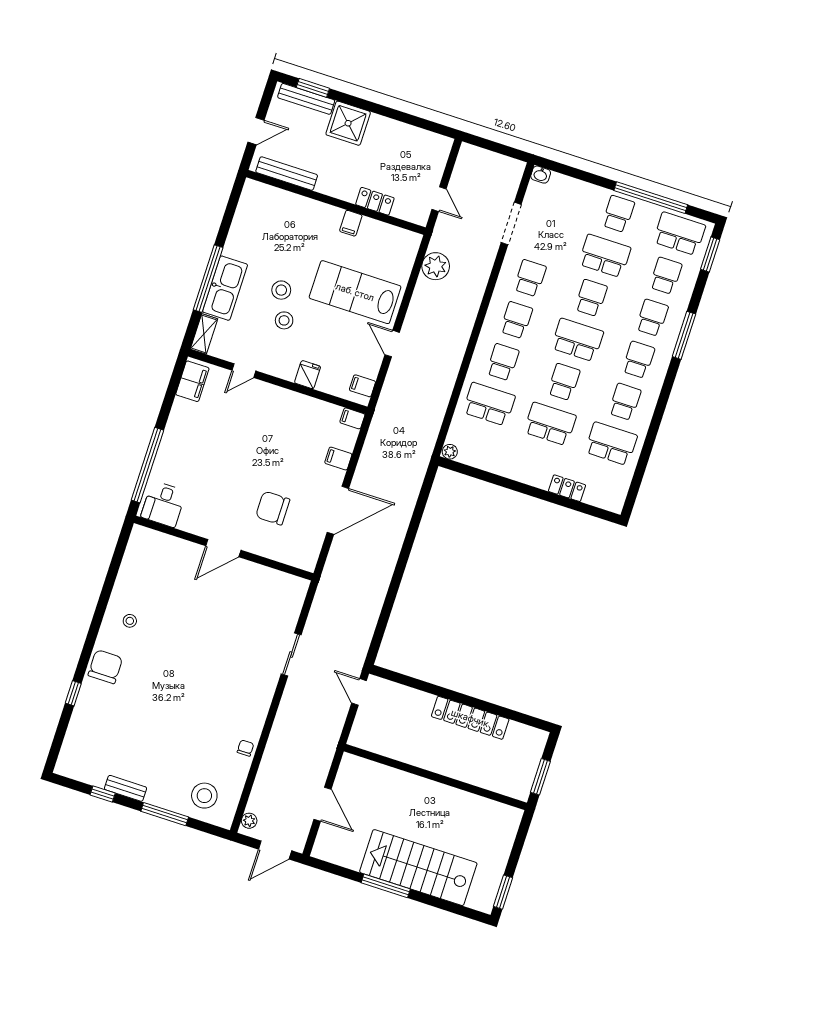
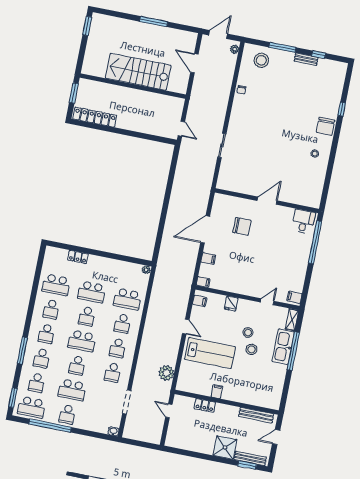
filing cabinet: (192, 381) -> (294, 297), width x0.50
locker: (470, 718) -> (95, 117), moved
stairs: (418, 868) -> (138, 72), moved, turned 180

